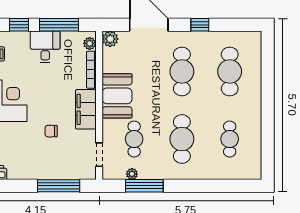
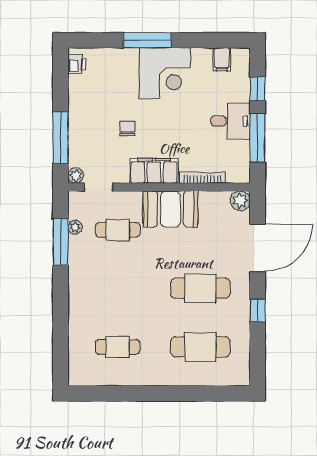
plant: (90, 43) -> (76, 176), moved
cafe table: (182, 139) -> (118, 288), removed

